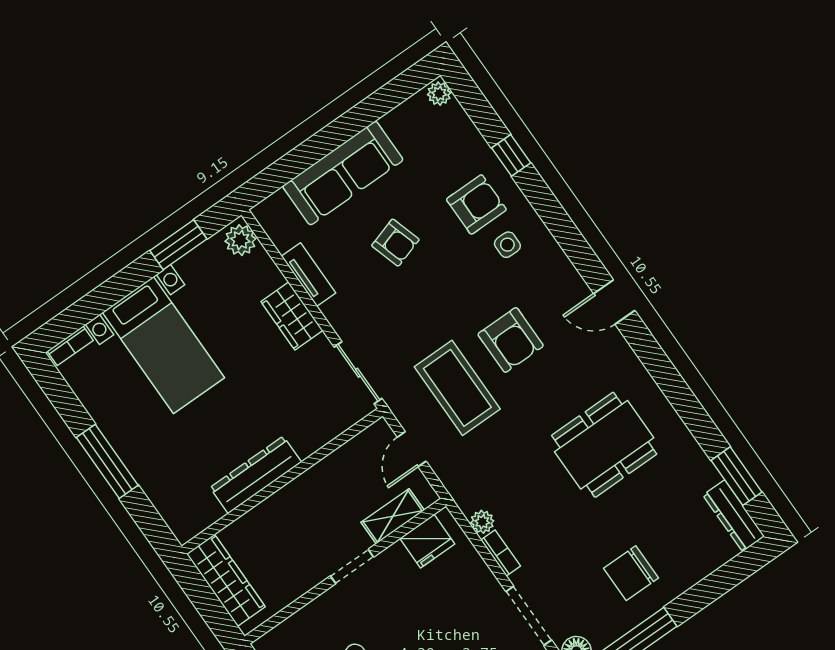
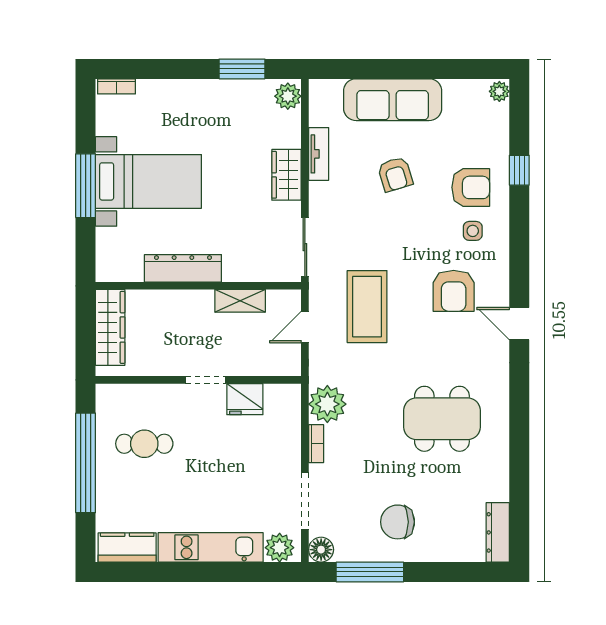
armchair: (511, 340) -> (454, 291), moved
bed with nightstands: (163, 345) -> (148, 181), moved, turned -90
window: (737, 476) -> (519, 506), removed
shelving: (393, 516) -> (240, 301), moved
plant: (482, 522) -> (327, 404), width x1.88, depth x1.88
fridge: (427, 541) -> (245, 399), moved

